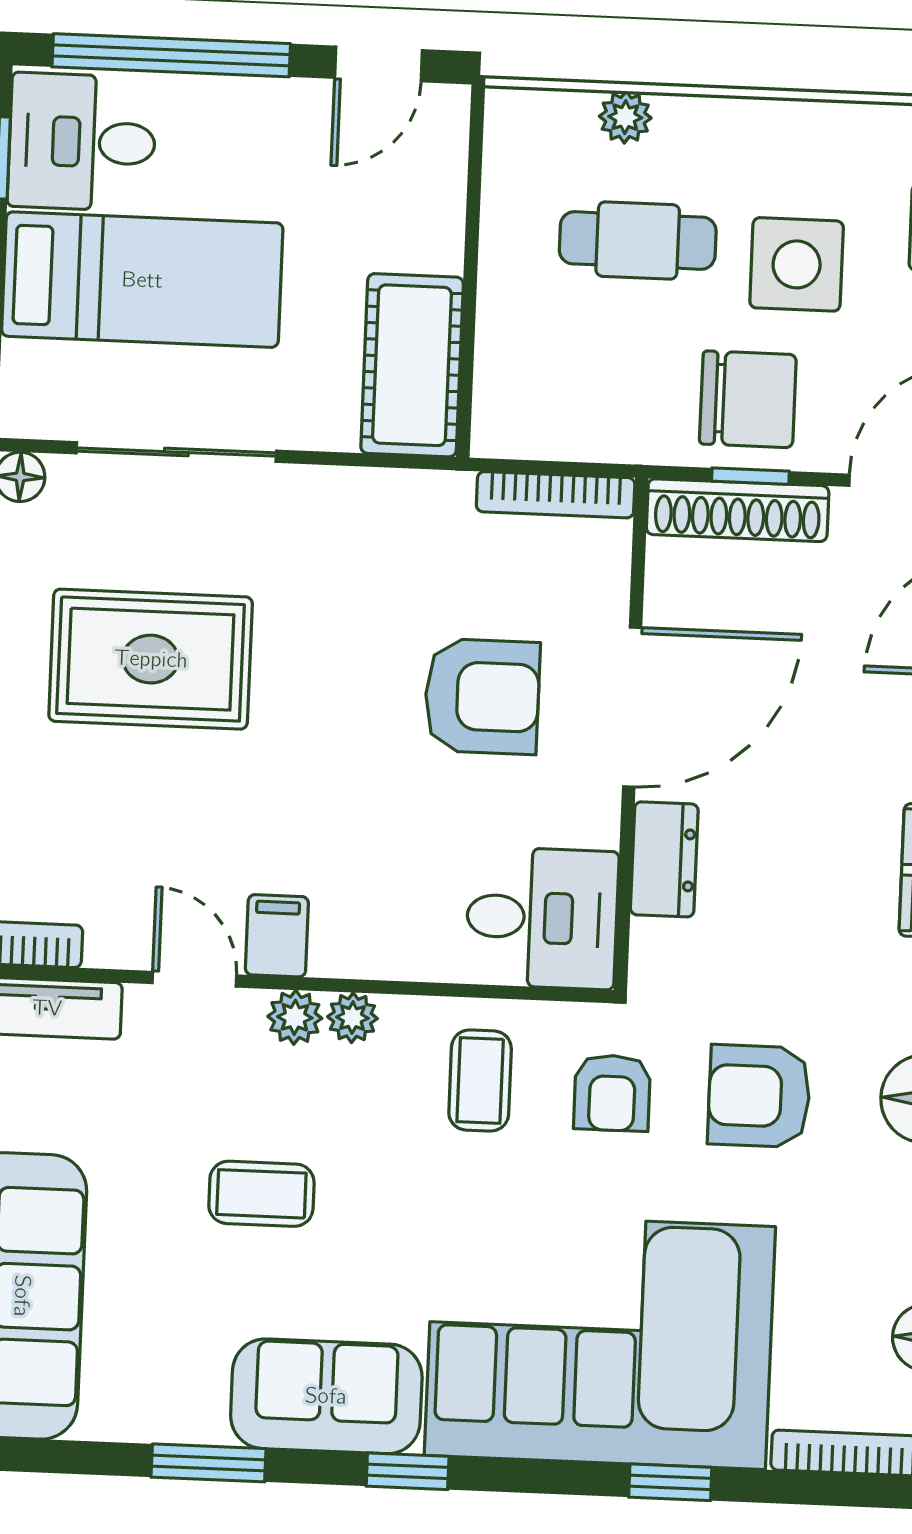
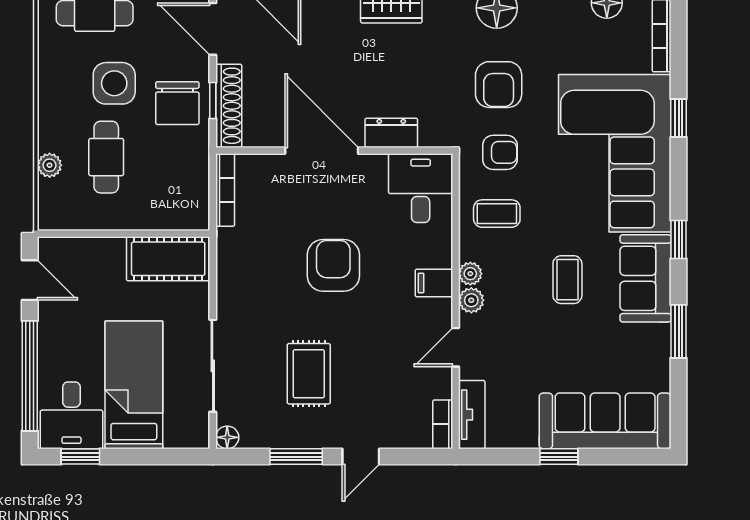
chair: (748, 399) -> (177, 103), turned 180
rug: (151, 659) -> (309, 374), width x0.73, depth x0.70
armchair: (482, 696) -> (333, 265), moved
filing cabinet: (277, 936) -> (434, 283), moved
coffee table: (261, 1194) -> (567, 280), moved

